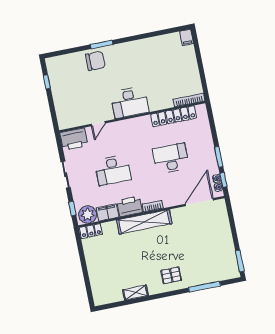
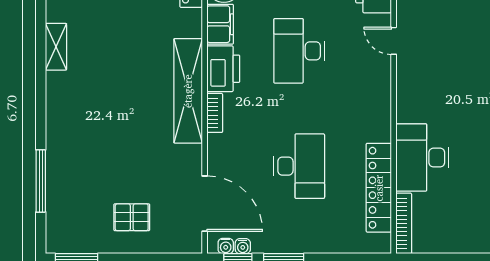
desk: (130, 102) -> (422, 158), moved
pallet: (171, 275) -> (132, 217), moved, turned 90

